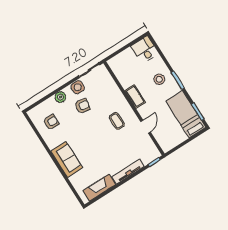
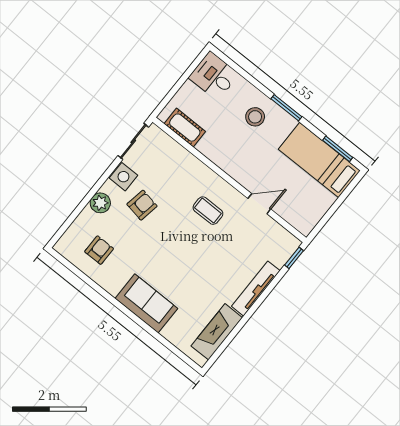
cot: (135, 97) -> (185, 128), moved
door: (146, 127) -> (259, 204), hinge flipped

